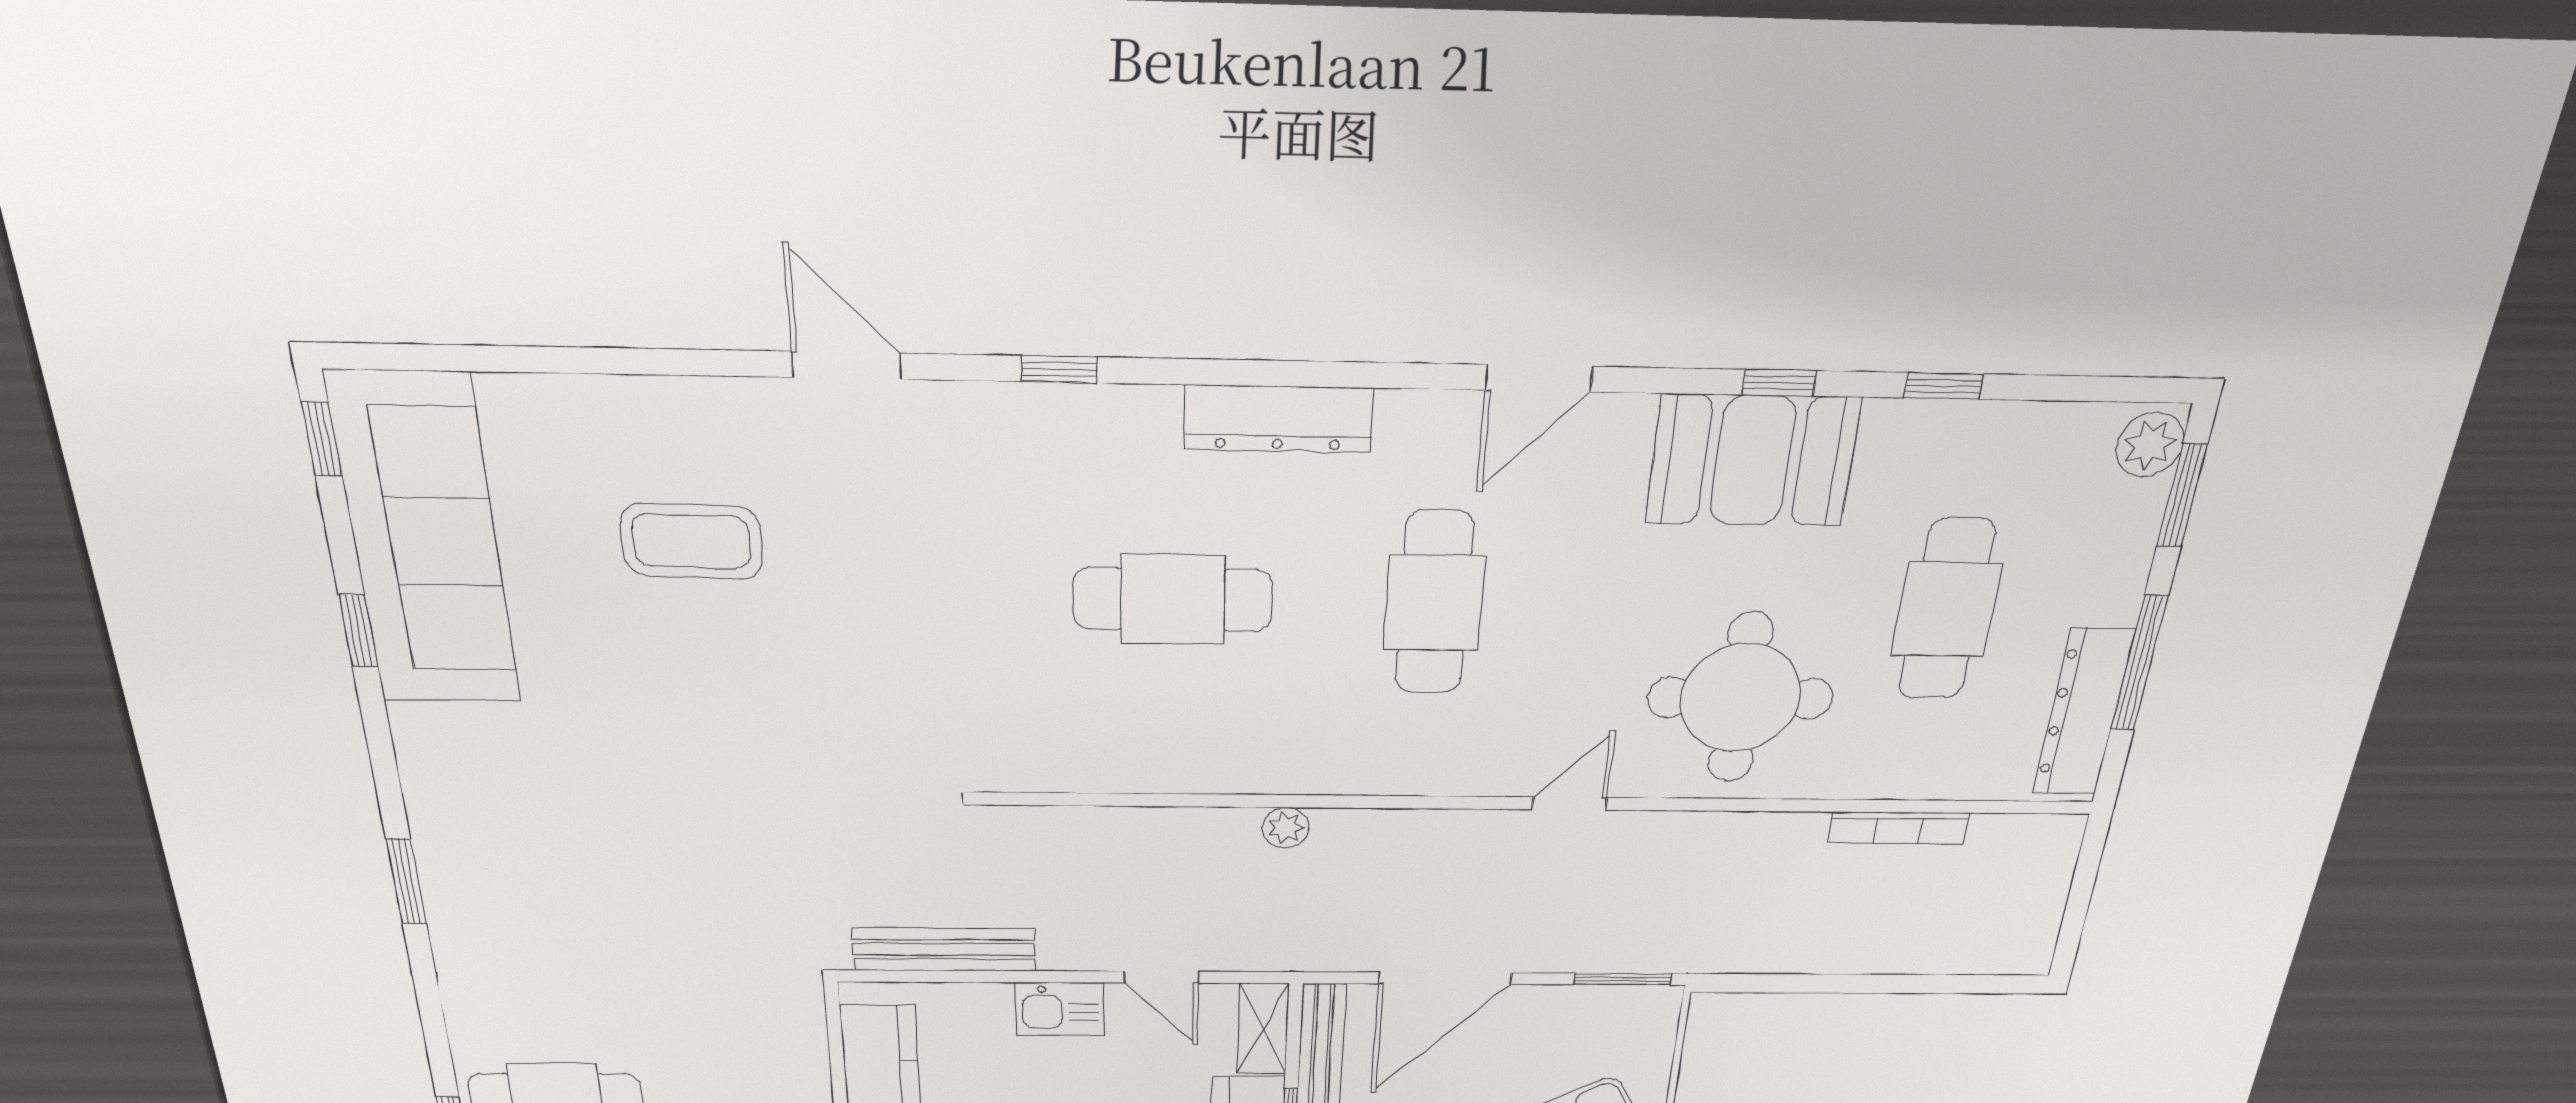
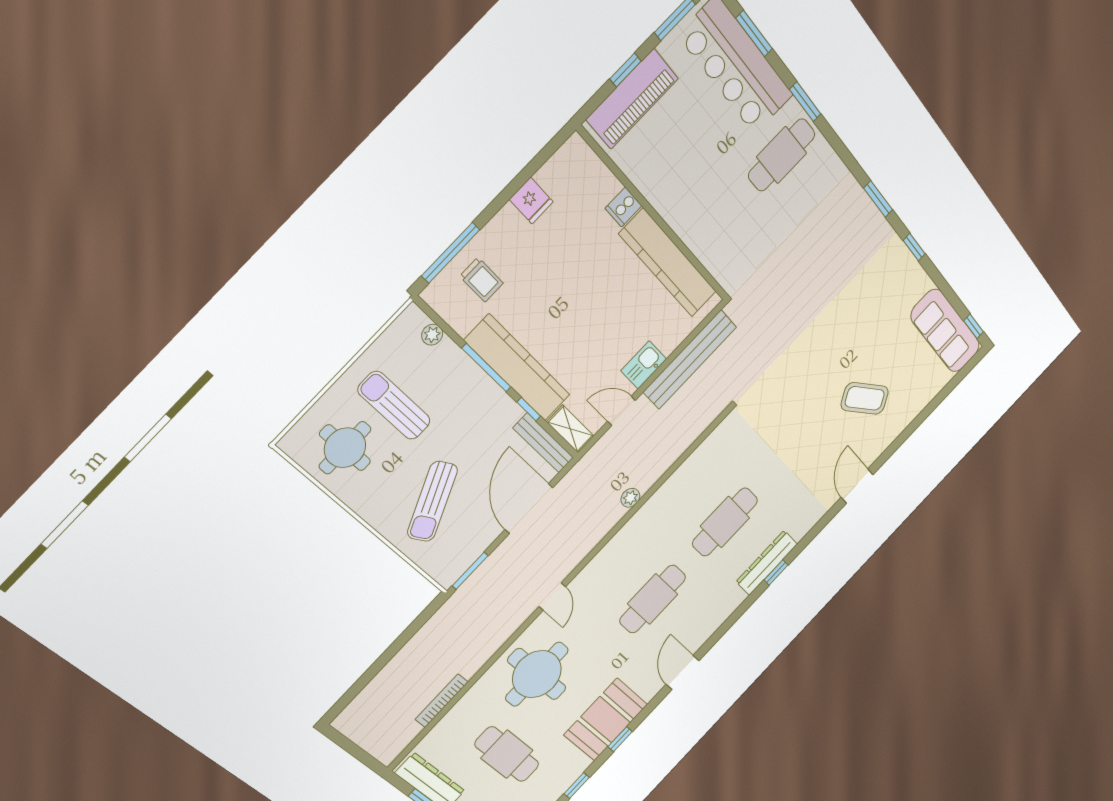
door: (847, 365) -> (857, 486), swing flipped
window: (1059, 369) -> (776, 573), moved
dresser: (1278, 419) -> (767, 563), moved
coffee table: (692, 541) -> (865, 398), turned 55
sofa: (425, 542) -> (945, 331), width x0.74, depth x0.79
cafe table: (1434, 603) -> (653, 599), turned 90
window: (358, 631) -> (914, 247), moved
bench: (944, 949) -> (690, 360), width x1.37, depth x1.21

